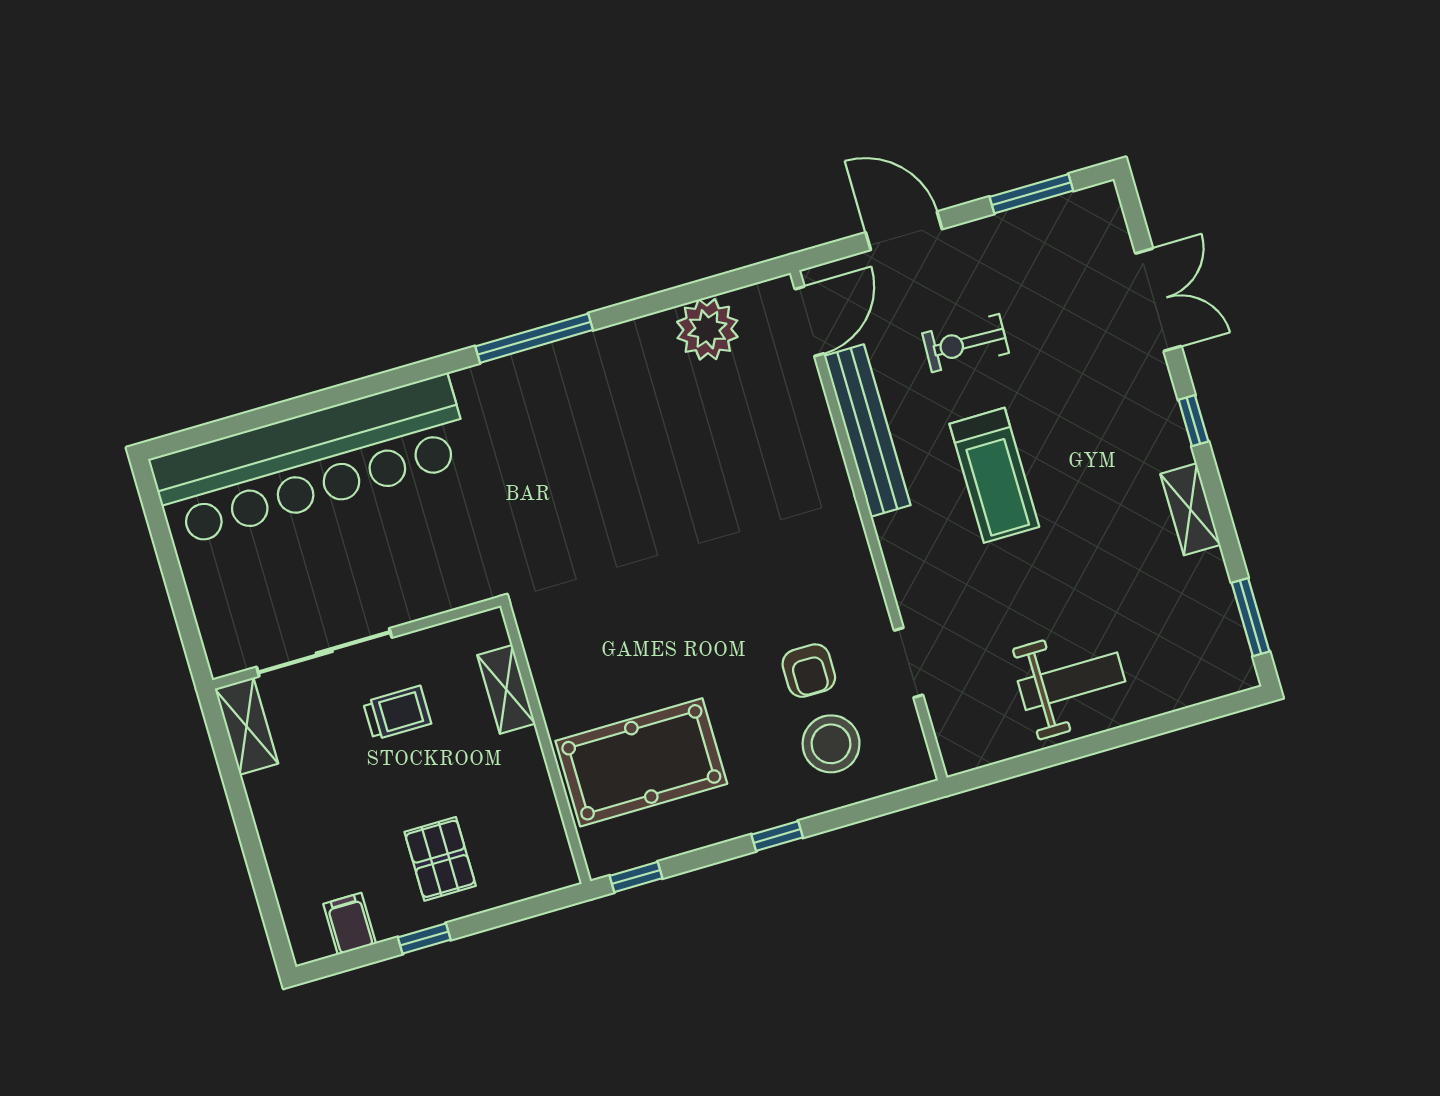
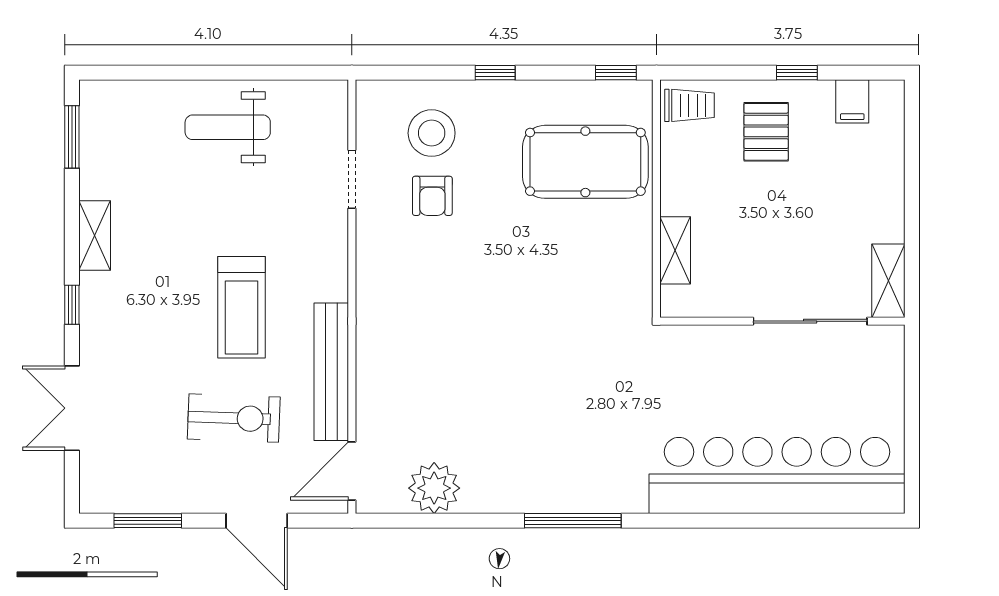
exercise bike: (966, 343) -> (234, 418), width x1.38, depth x1.39
treadmill: (994, 475) -> (241, 307), turned 180
armchair: (809, 671) -> (432, 196), turned 180
trolley: (397, 713) -> (689, 105), moved, turned 180

